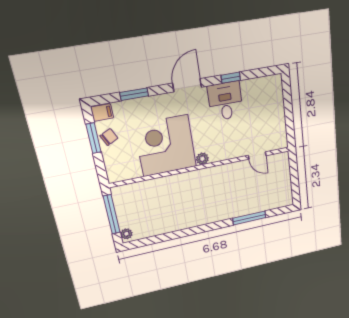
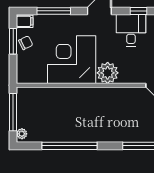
window: (134, 94) -> (54, 11), width x1.44
plant: (202, 159) -> (108, 73), width x1.88, depth x1.88
window: (179, 234) -> (69, 146), added

